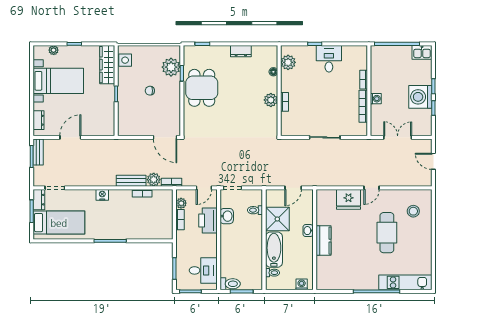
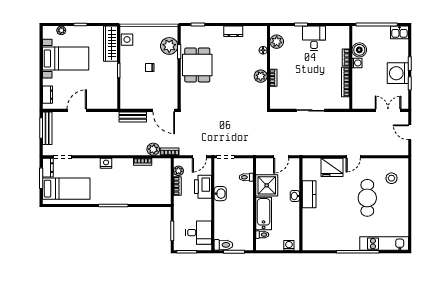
boiler: (378, 71) -> (359, 50), added
washing machine: (376, 99) -> (357, 63), moved
double door: (398, 137) -> (388, 110), moved
bench: (38, 152) -> (47, 128), width x1.36
bench: (131, 181) -> (133, 117), moved
washbasin: (227, 216) -> (220, 194), moved
kitchen counter: (323, 241) -> (309, 194), moved

